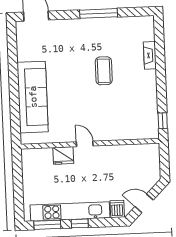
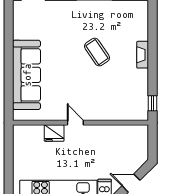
fireplace: (150, 55) -> (143, 55), moved
coffee table: (104, 71) -> (97, 52), turned -34

